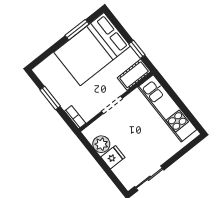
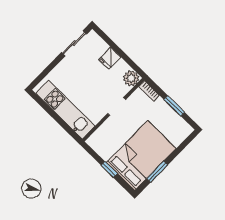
window: (137, 49) -> (109, 170), moved
cot: (134, 75) -> (100, 137), removed
plant: (101, 144) -> (131, 78), moved

